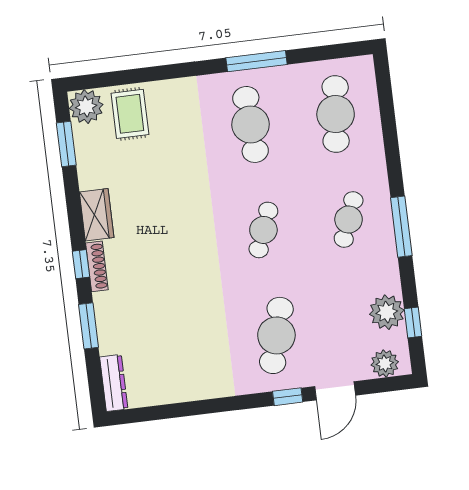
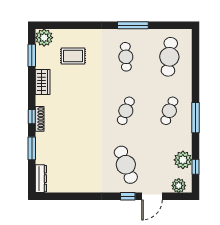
rug: (130, 114) -> (73, 56), moved, turned 90
cafe table: (250, 124) -> (126, 57), width x0.73, depth x0.74
wardrobe: (97, 215) -> (43, 82), moved
cafe table: (276, 335) -> (126, 165), turned -36

